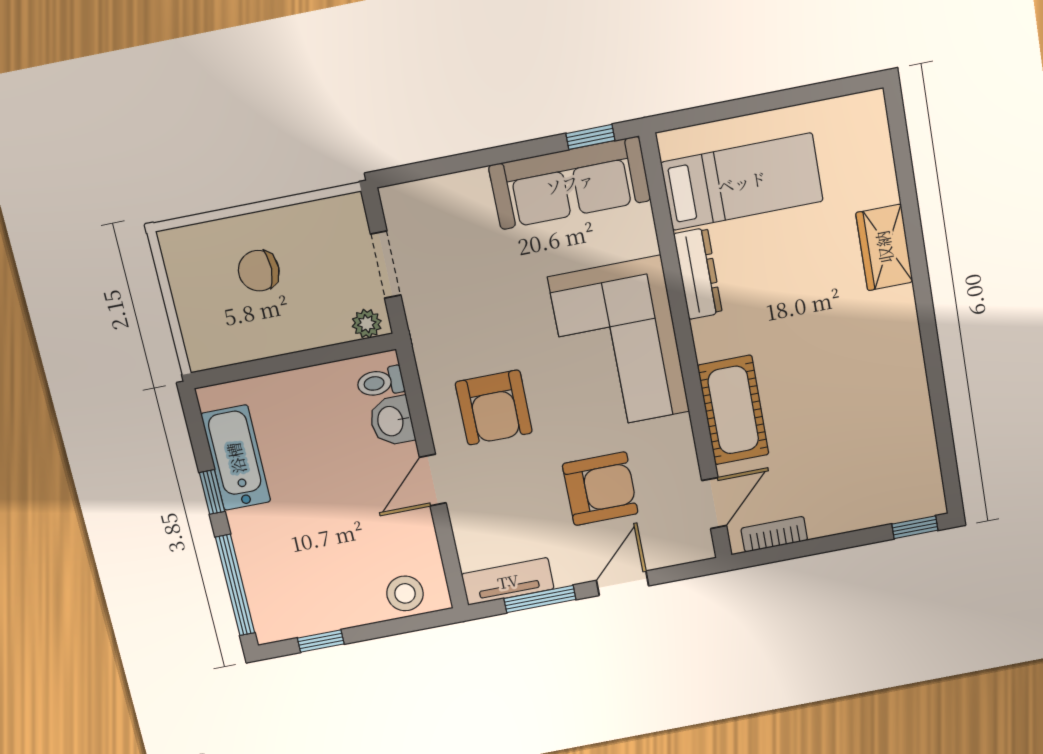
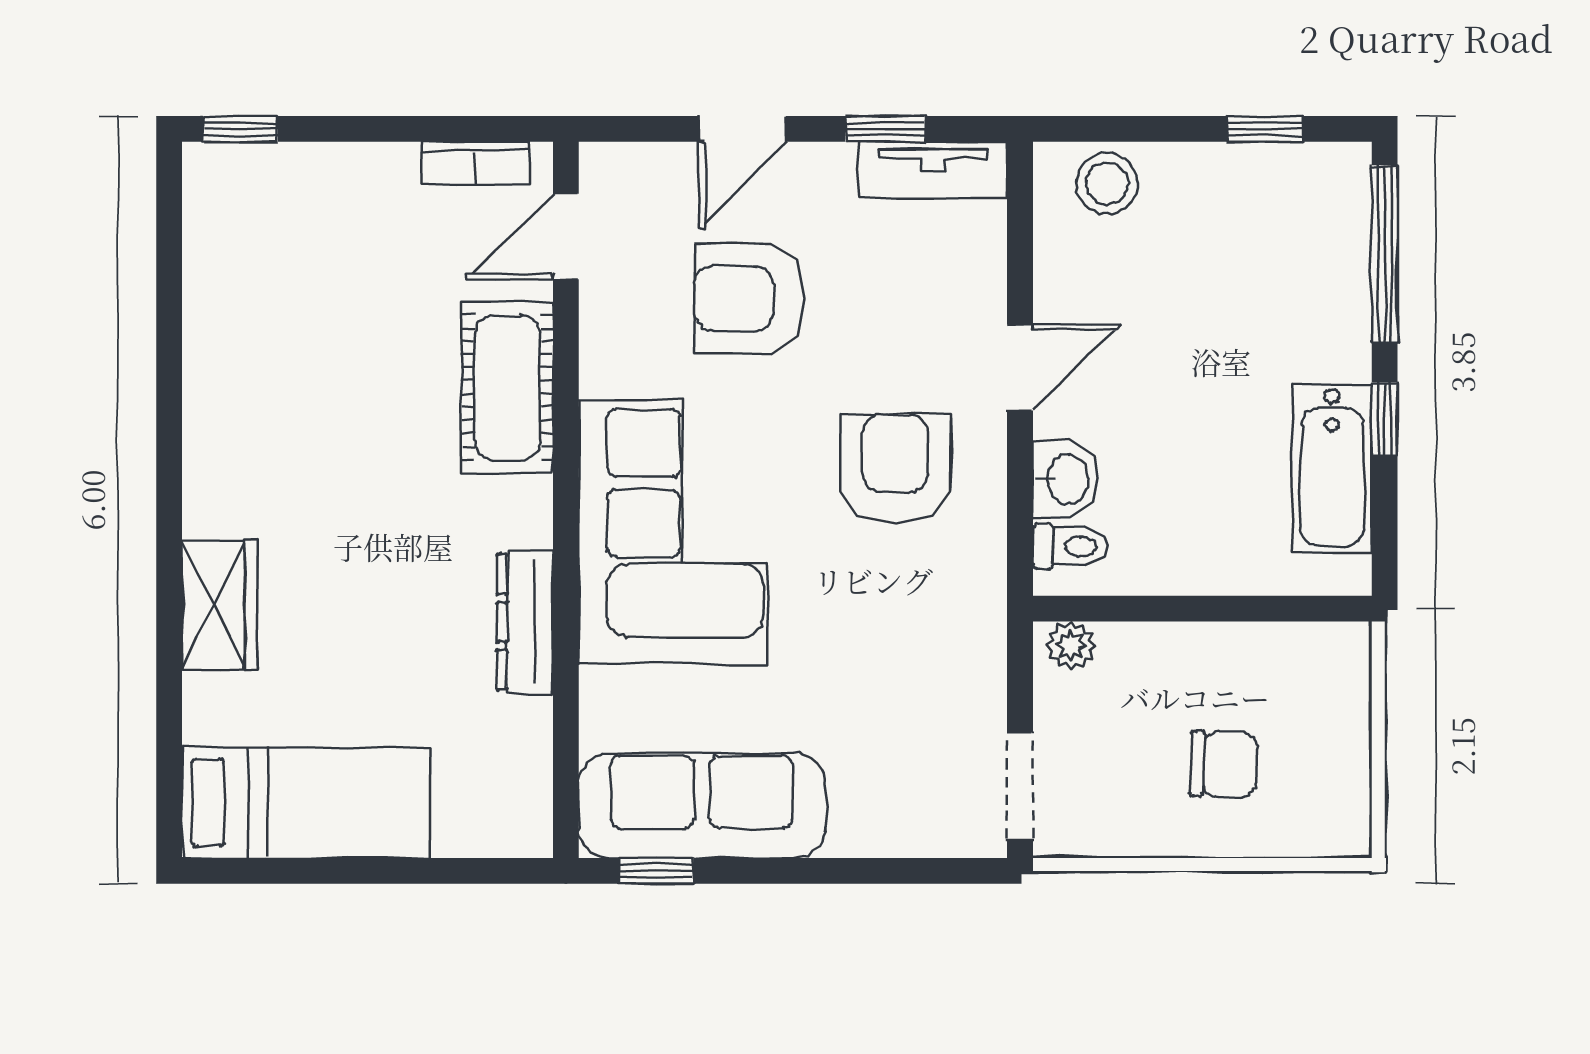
bed: (742, 182) -> (306, 802), moved, turned 180
doorway: (386, 265) -> (1020, 786), moved
window: (540, 599) -> (885, 129), width x0.67

